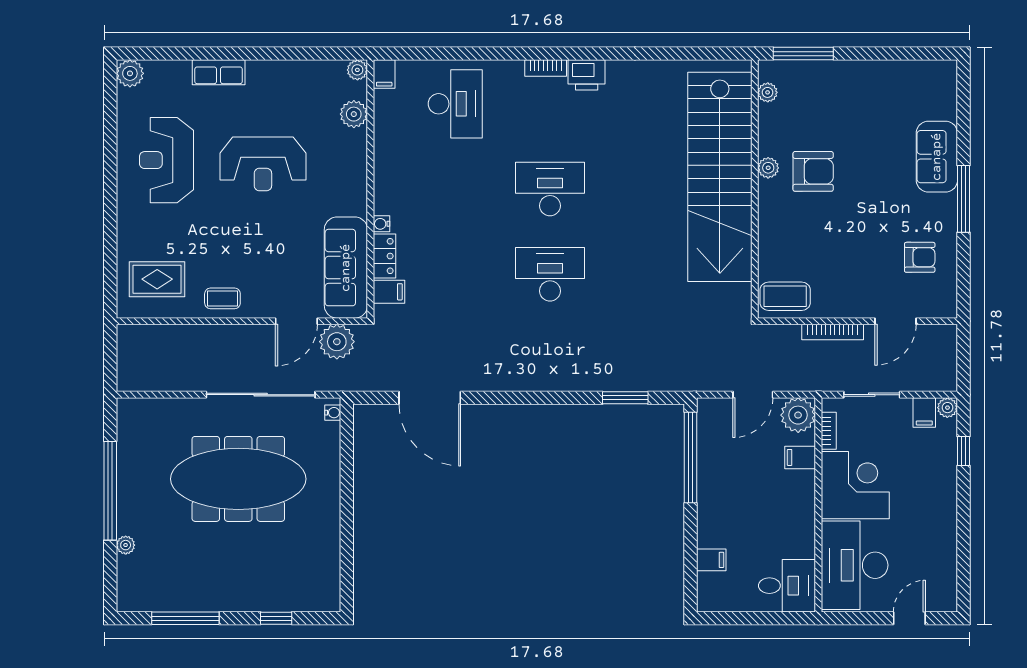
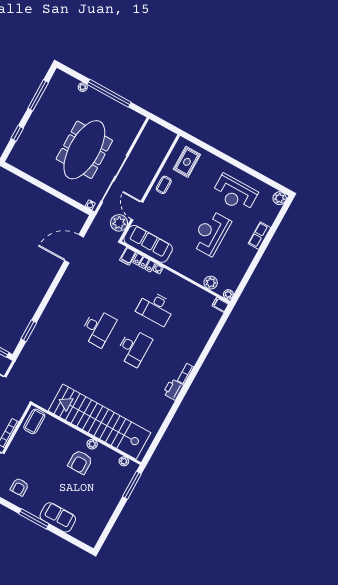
desk: (455, 104) -> (156, 308), moved
reception desk: (166, 160) -> (235, 193), turned 180

